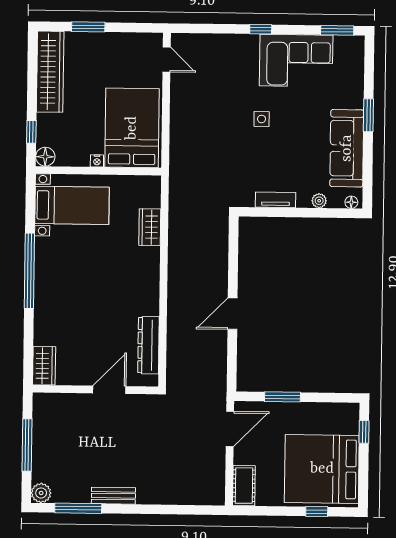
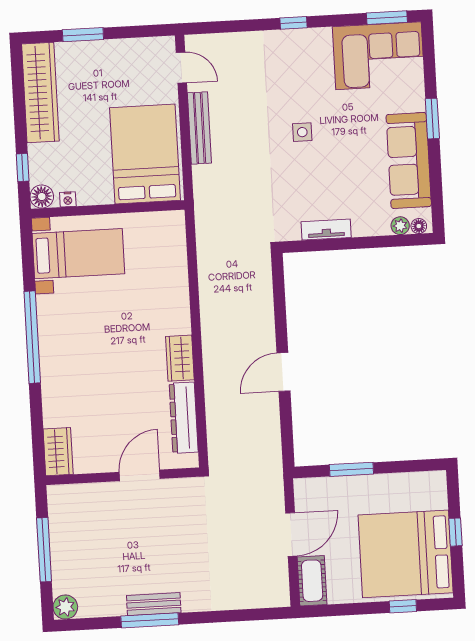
corner sofa: (296, 61) -> (378, 56), moved
bench: (178, 110) -> (199, 128), added
nightstand: (97, 161) -> (68, 199), moved
plant: (319, 201) -> (400, 226), moved
wardrobe: (150, 227) -> (180, 358), moved
door: (230, 429) -> (291, 534), moved
window: (364, 432) -> (455, 532), moved
window: (78, 508) -> (150, 620), moved

